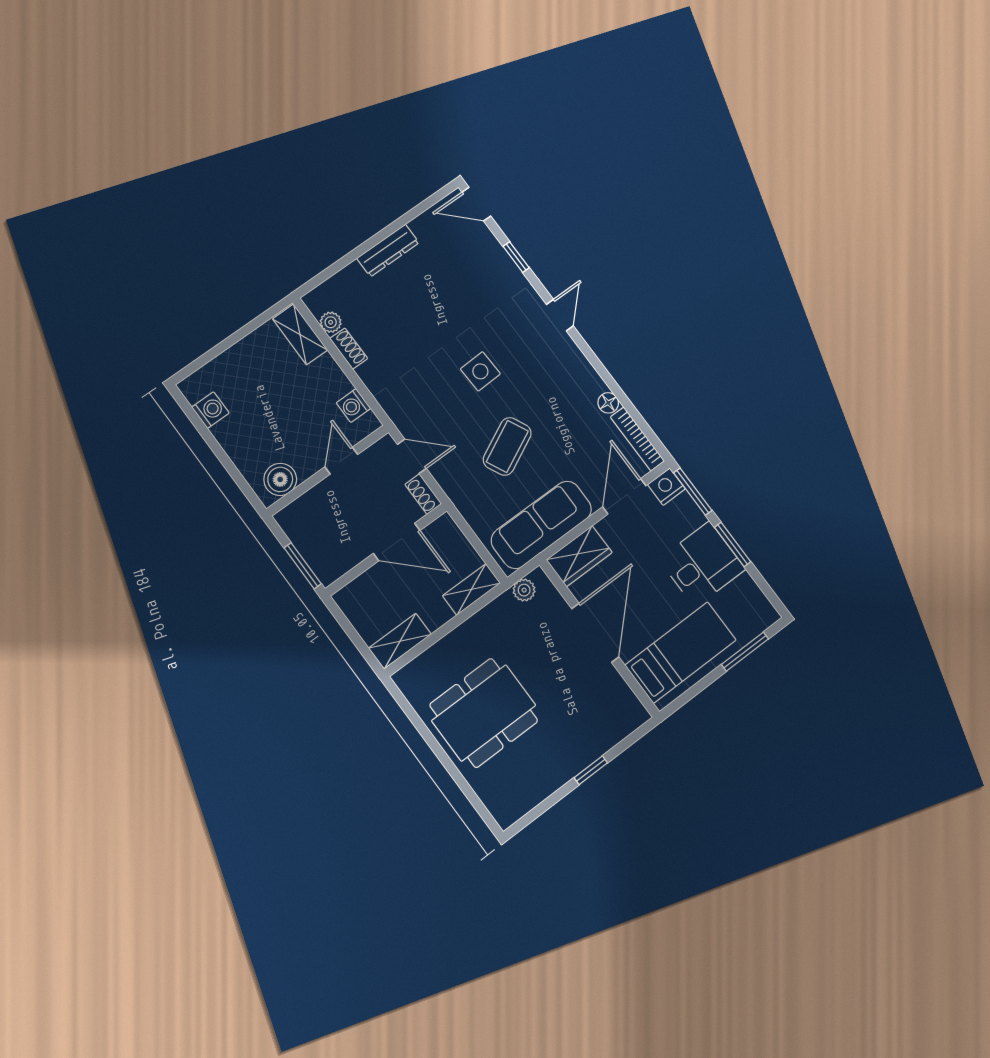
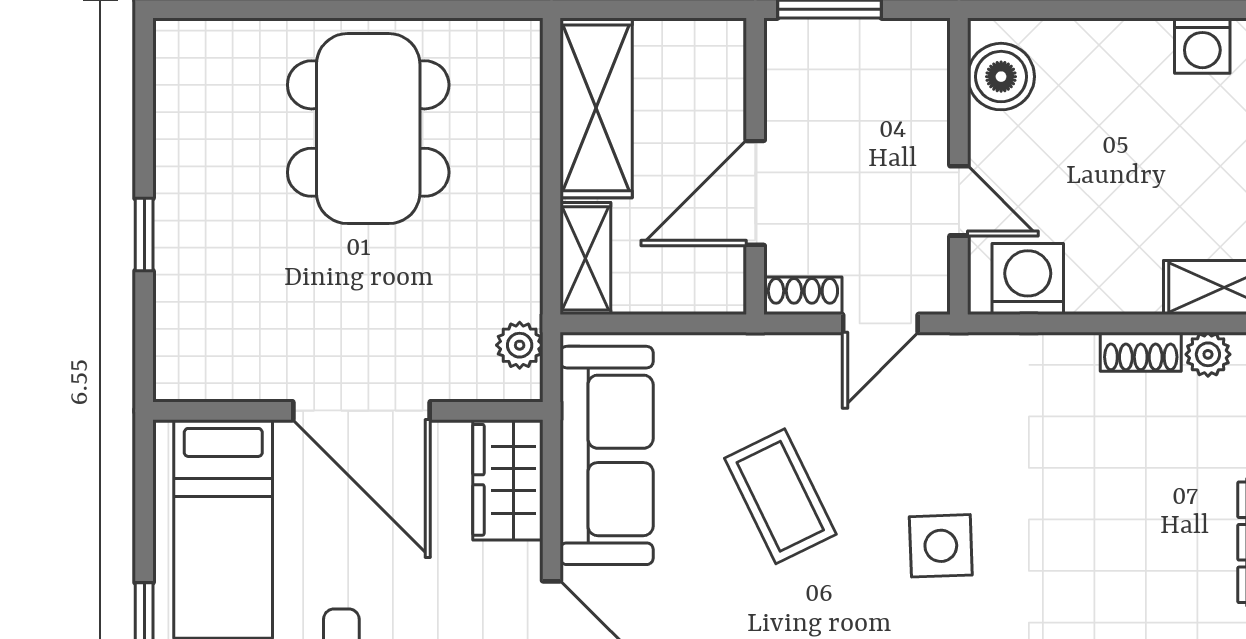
washing machine: (353, 406) -> (1028, 279), width x1.38, depth x1.38
shelving: (400, 641) -> (596, 108), width x1.50, depth x1.33

